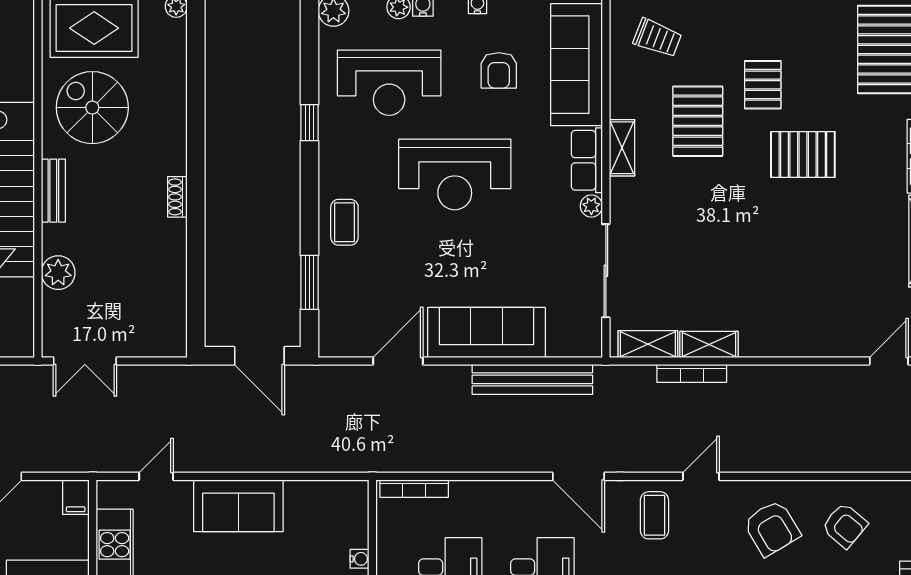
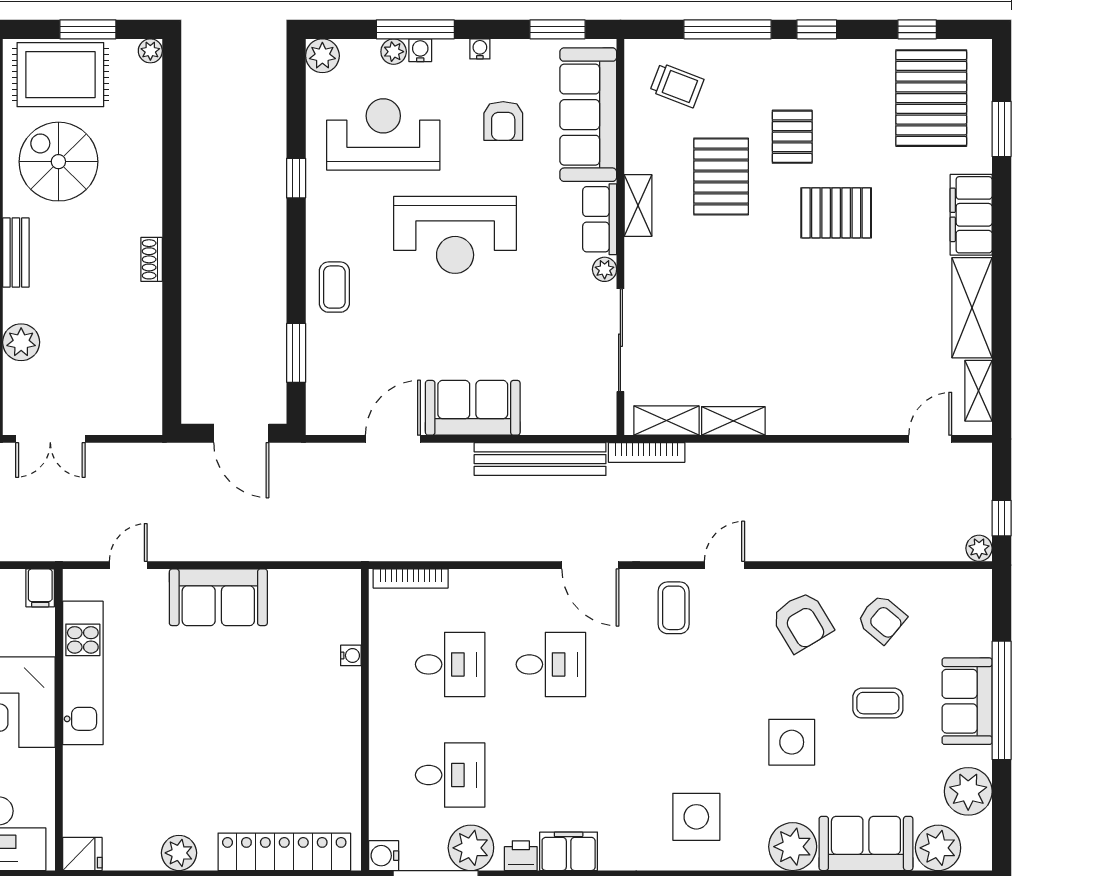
reception desk: (389, 83) -> (383, 134), turned 180
sofa: (487, 332) -> (473, 408), width x0.73
bookcase: (692, 373) -> (647, 452), moved

